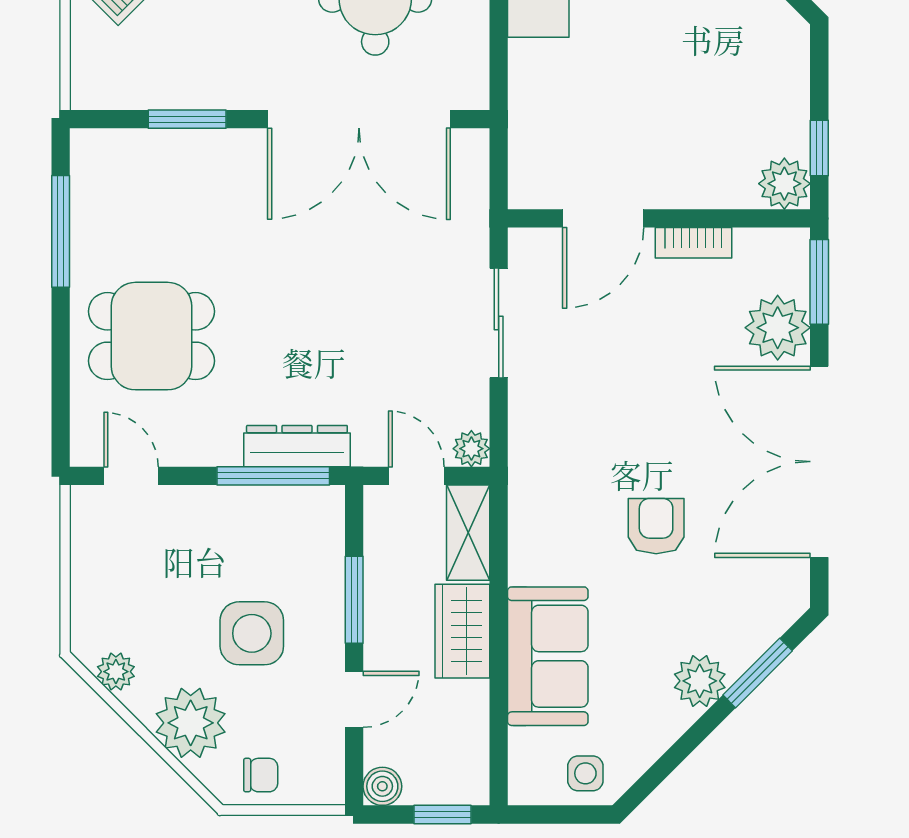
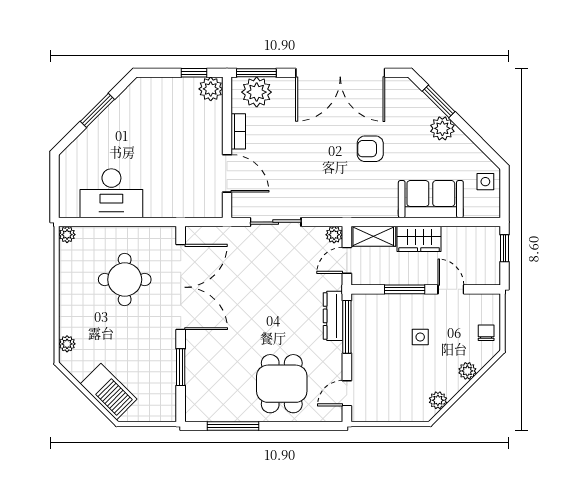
plant: (778, 328) -> (257, 92), moved
side table: (252, 633) -> (420, 337), width x0.54, depth x0.54
plant: (191, 723) -> (467, 371), width x0.53, depth x0.53
boiler: (382, 786) -> (491, 276), removed

